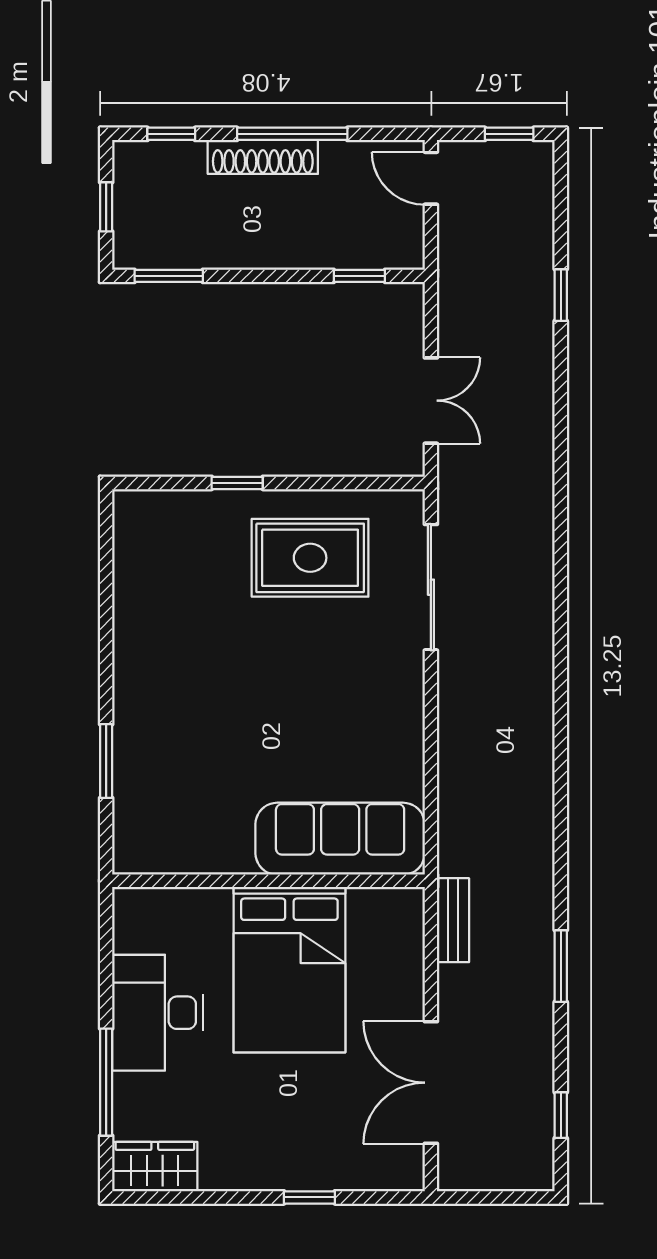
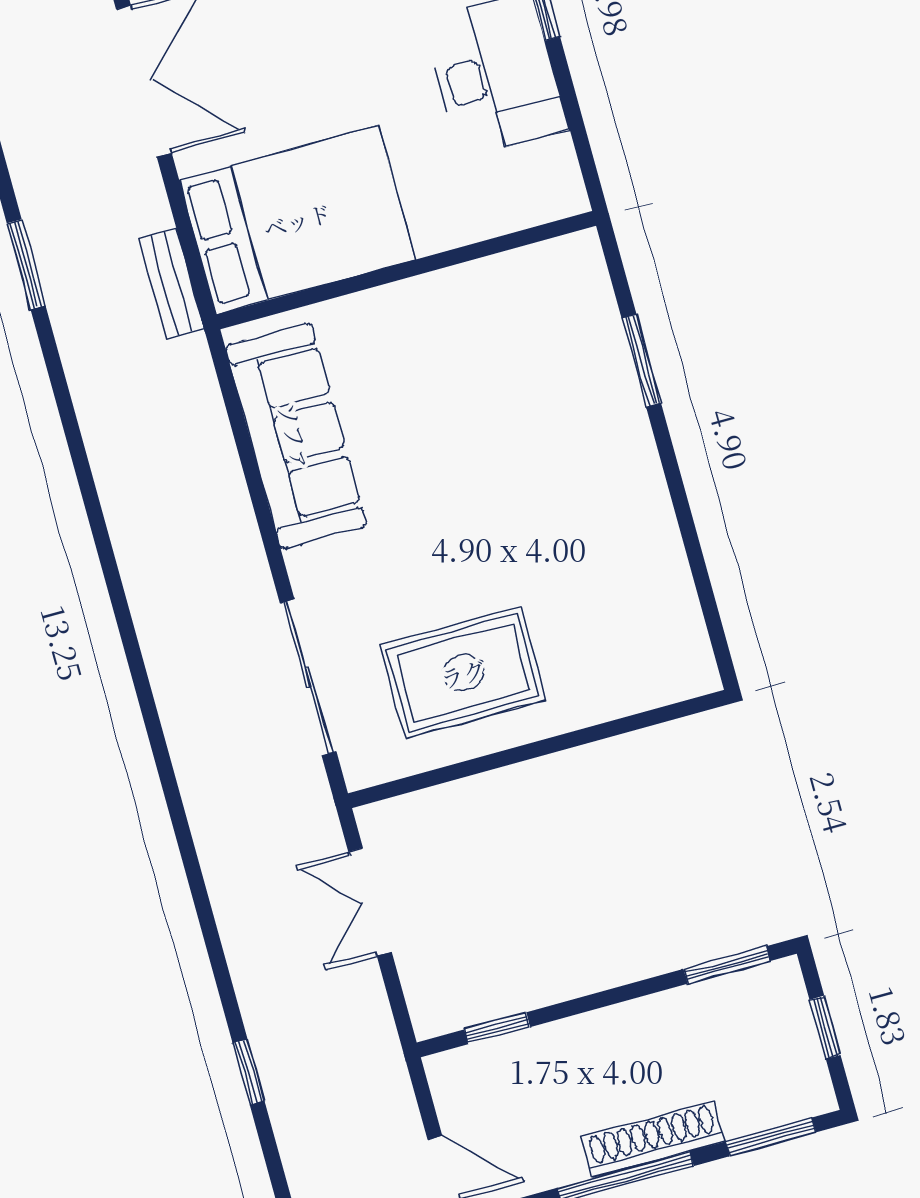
window: (171, 134) -> (771, 1137), width x1.50
window: (237, 483) -> (576, 739), removed
sofa: (340, 839) -> (296, 436), moved, turned -90
bed: (289, 970) -> (297, 220), moved, turned 90

